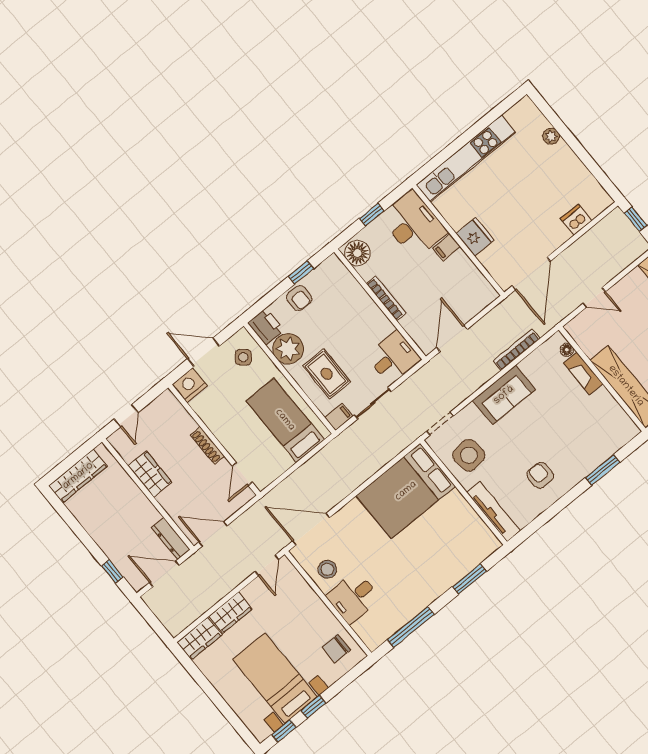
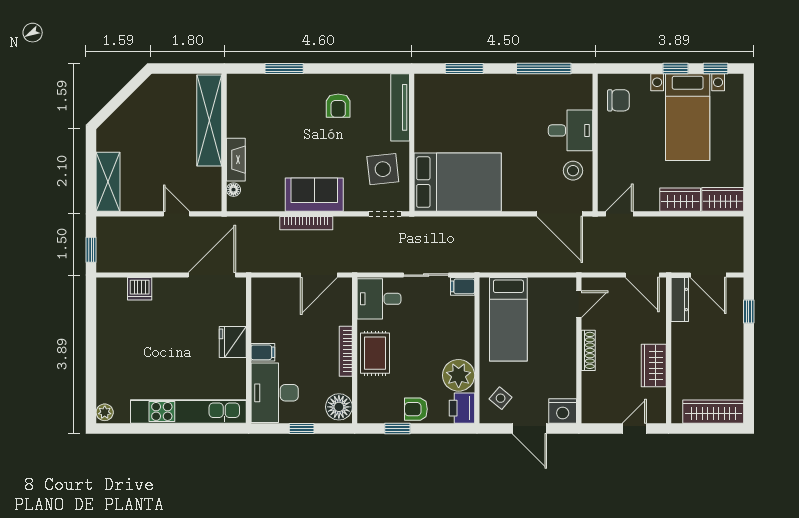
plant: (551, 136) -> (105, 412), moved
armchair: (299, 298) -> (416, 409), turned -90
bookcase: (517, 350) -> (306, 223), moved
rug: (327, 374) -> (375, 353), moved

